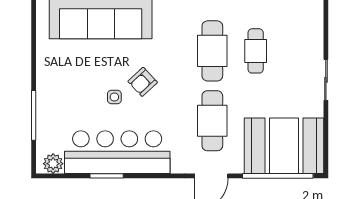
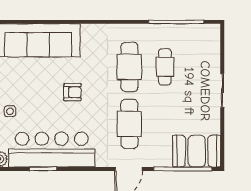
armchair: (143, 82) -> (72, 92), turned -137
side table: (114, 97) -> (10, 111), moved
booth: (284, 146) -> (197, 151), width x0.73, depth x0.70

